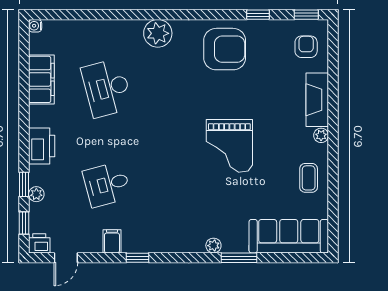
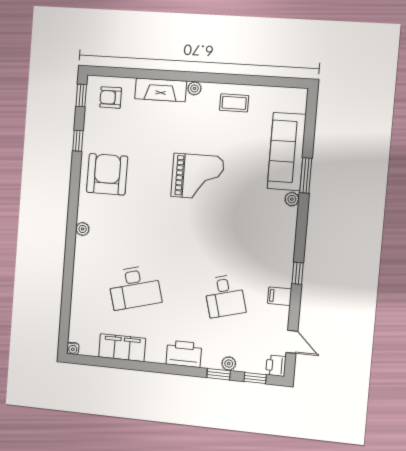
plant: (158, 33) -> (83, 229), width x0.53, depth x0.53
sofa: (289, 236) -> (287, 152), moved

